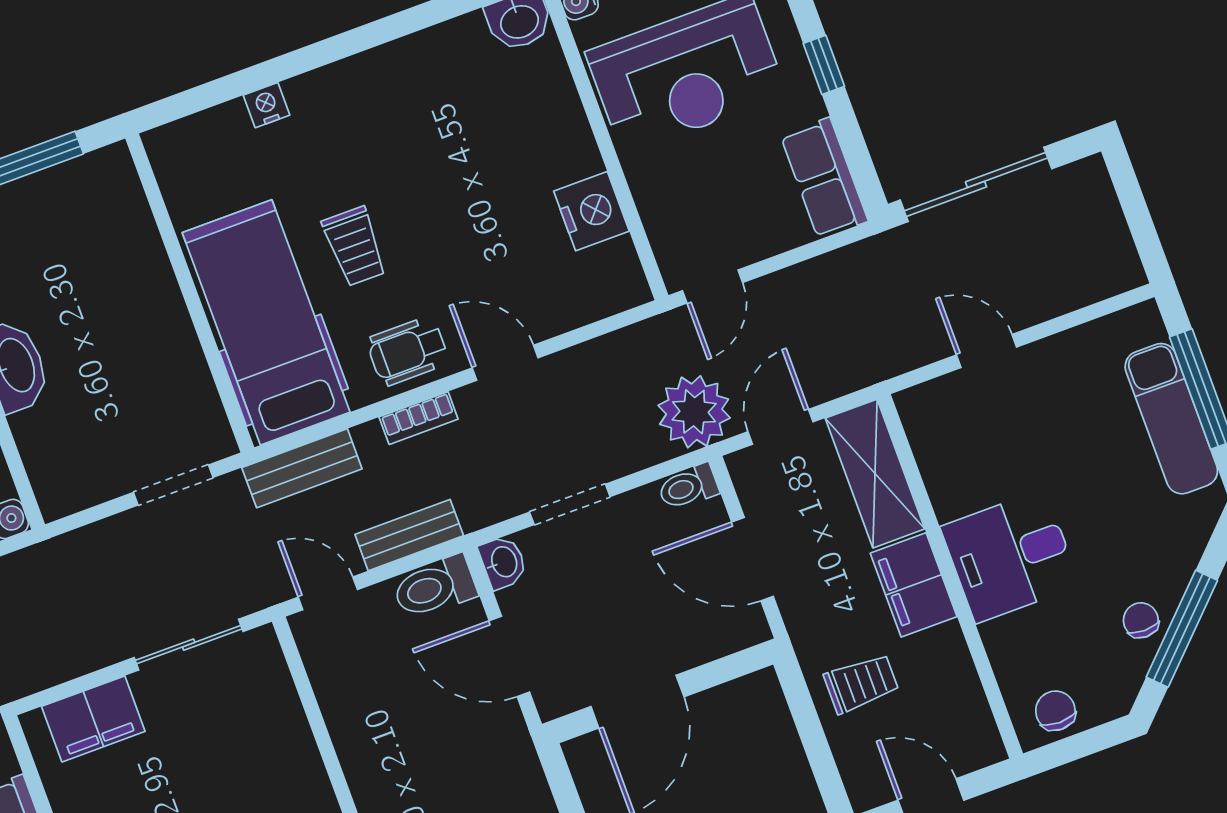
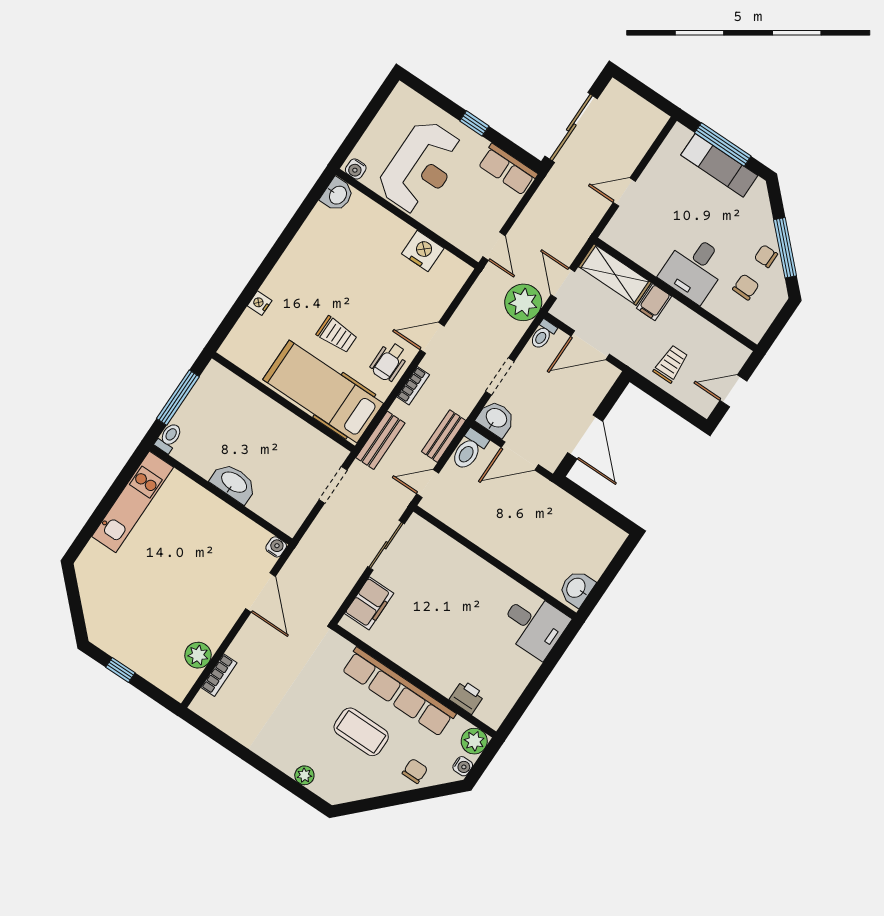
washbasin: (503, 562) -> (496, 418), width x1.38, depth x1.45
filing cabinet: (914, 585) -> (654, 302), width x0.50
chair: (1055, 711) -> (746, 287), moved, turned 91

